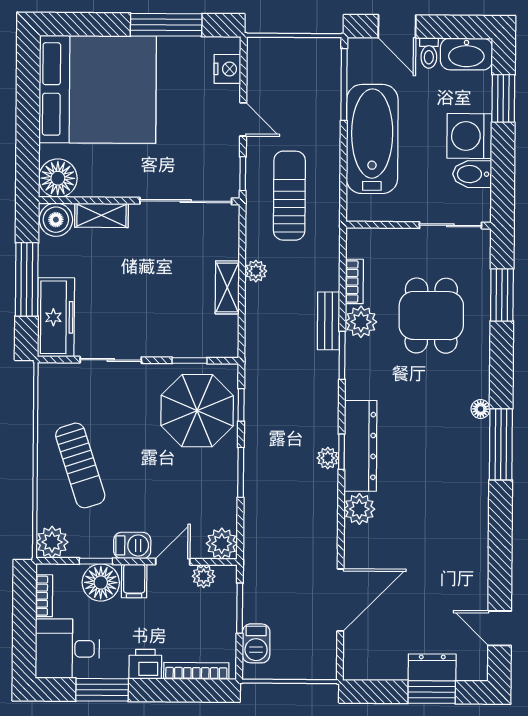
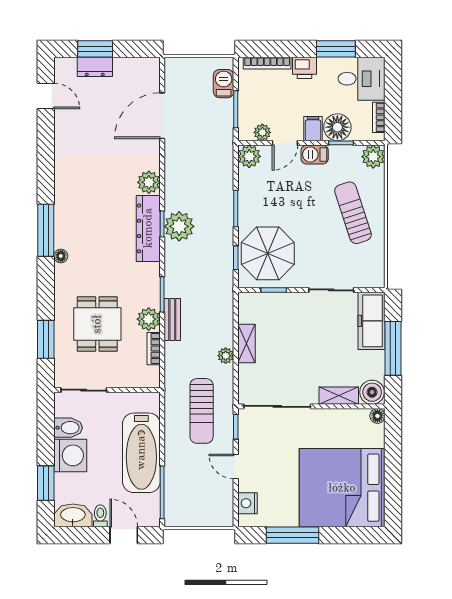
floor lamp: (58, 178) -> (377, 416), width x0.53, depth x0.53
plant: (328, 458) -> (179, 226), width x1.87, depth x1.87

